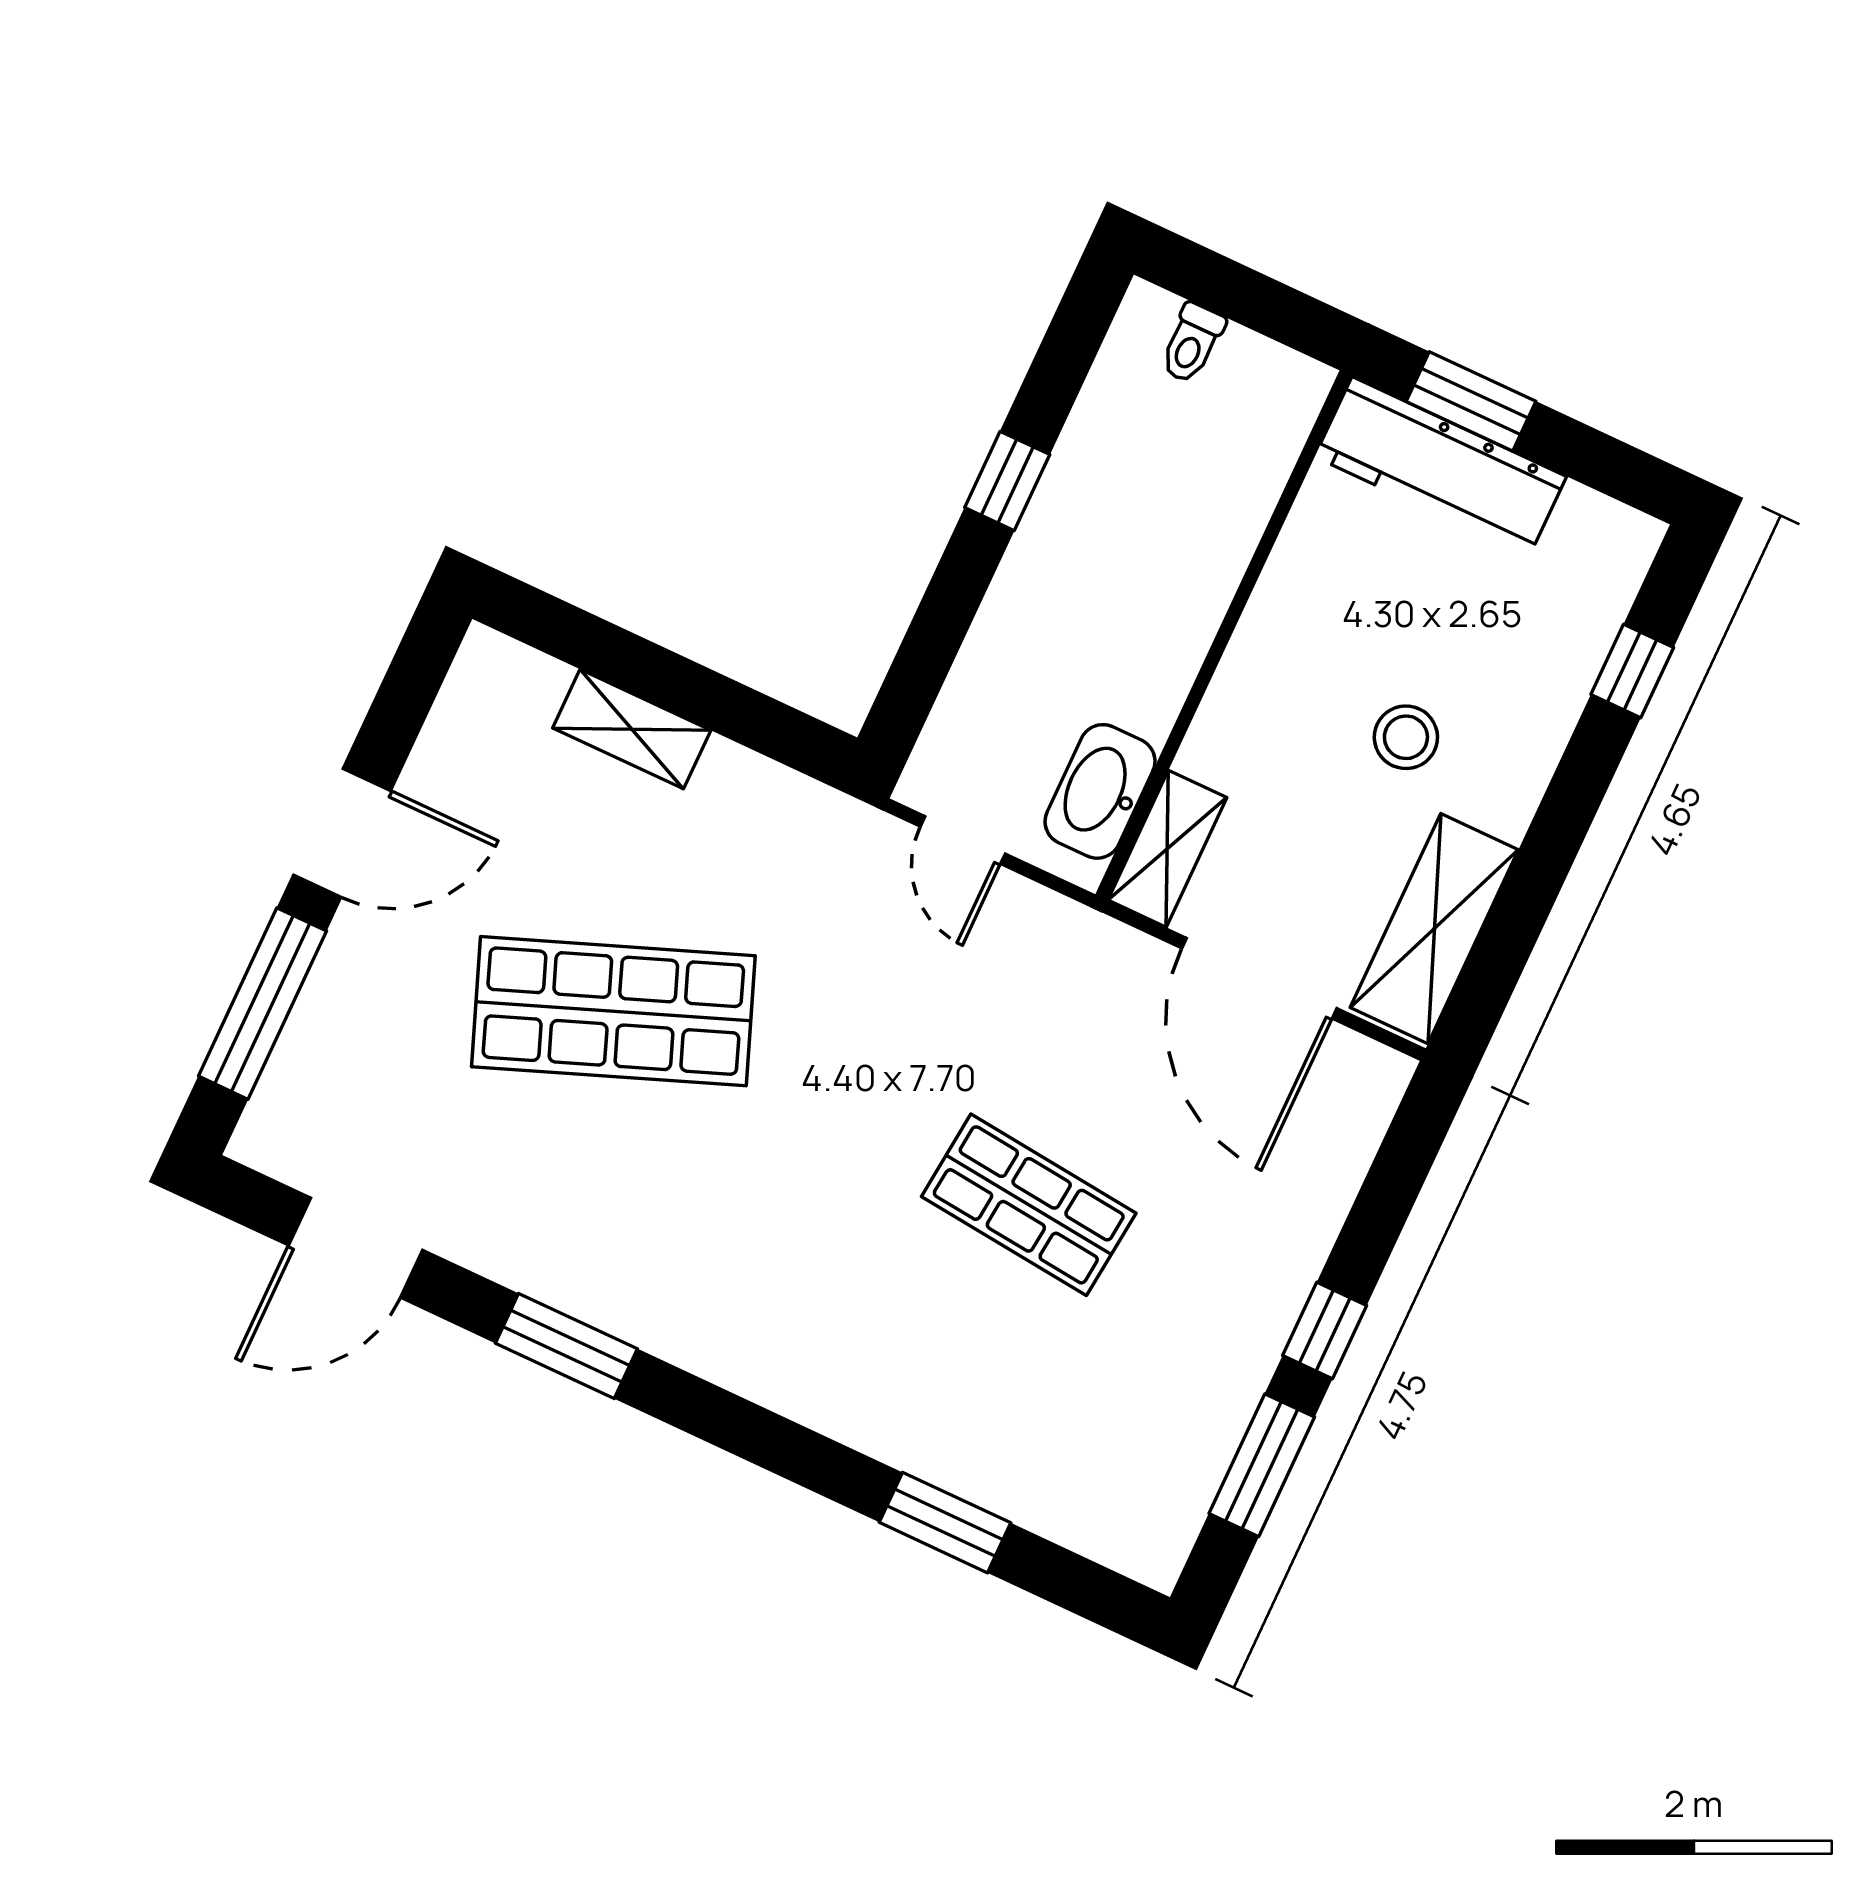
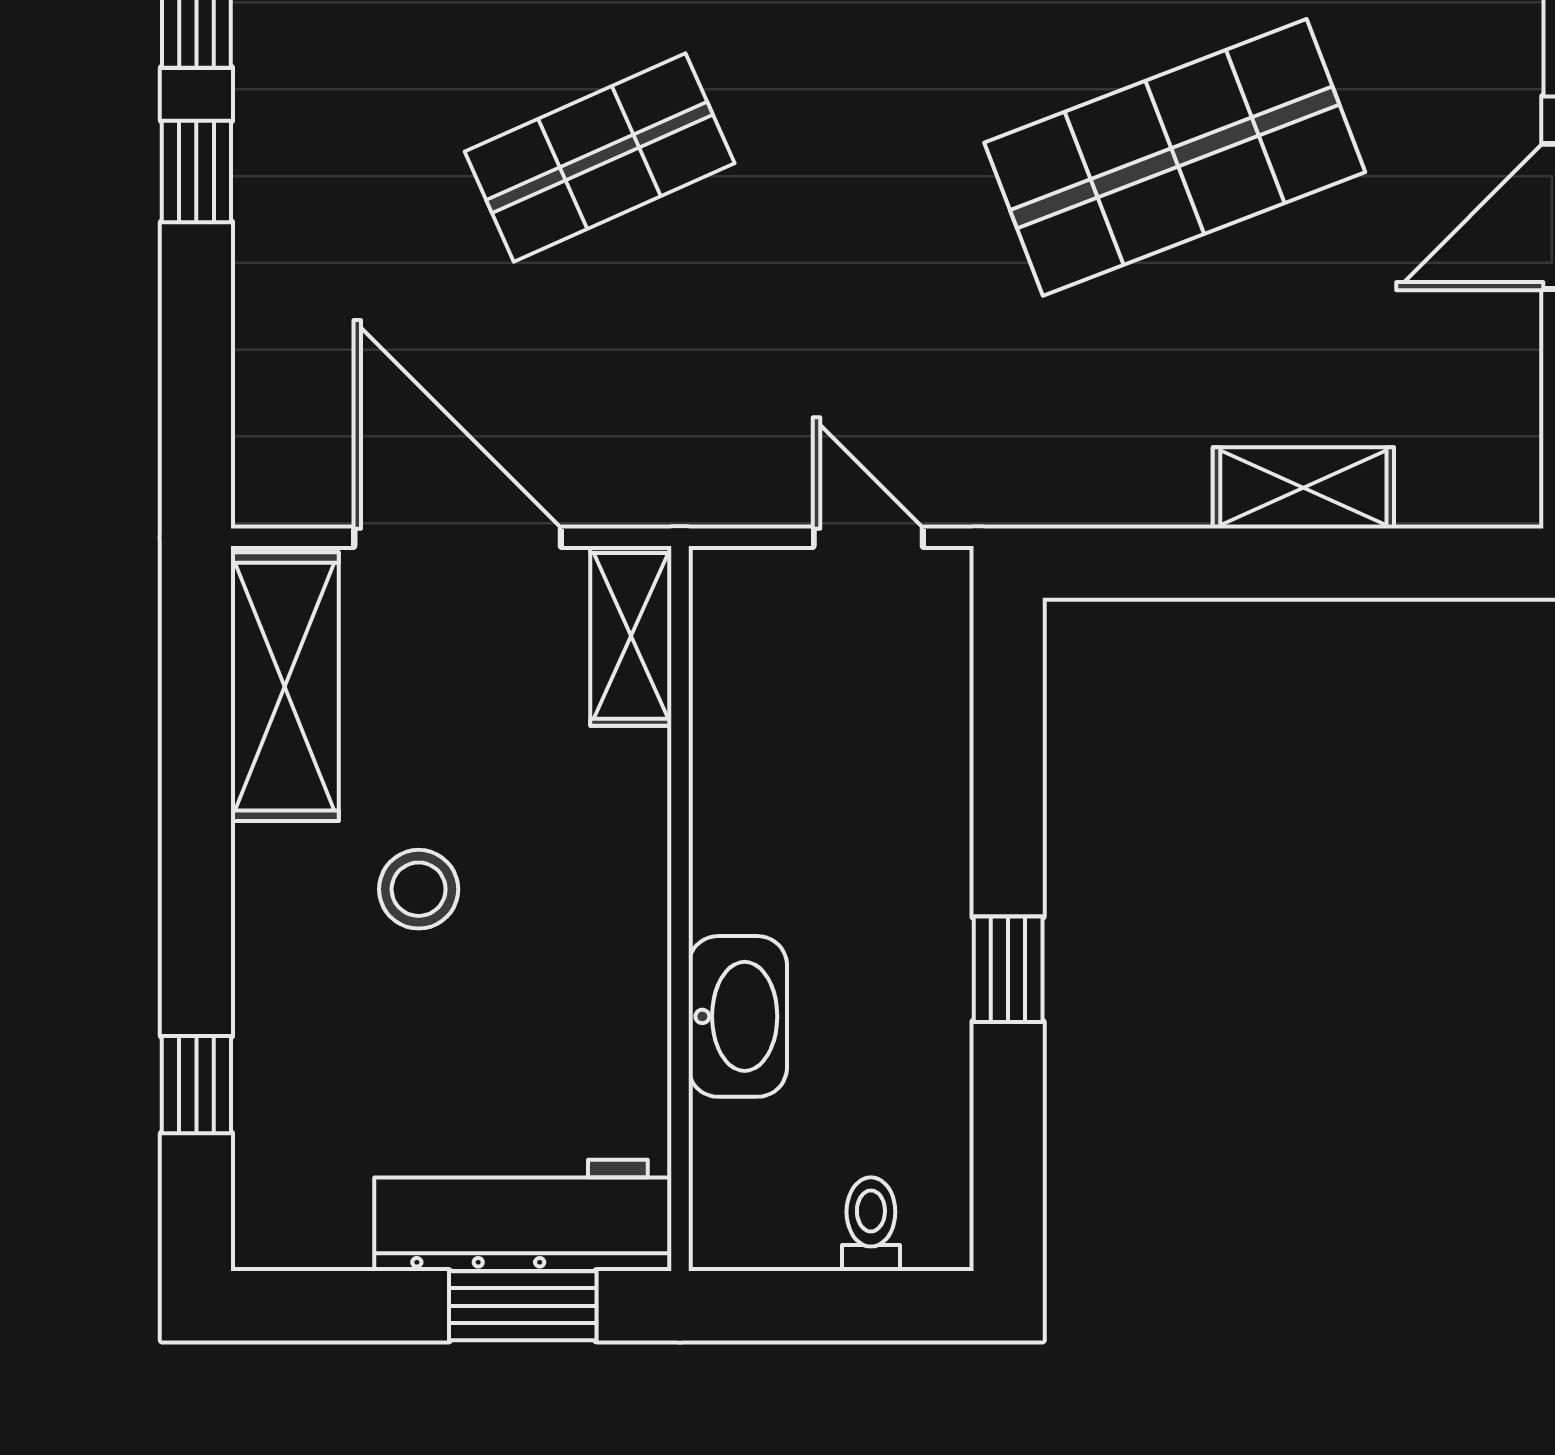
washbasin: (1100, 791) -> (738, 1016), moved
shop shelf: (1029, 1205) -> (600, 157), turned -30

